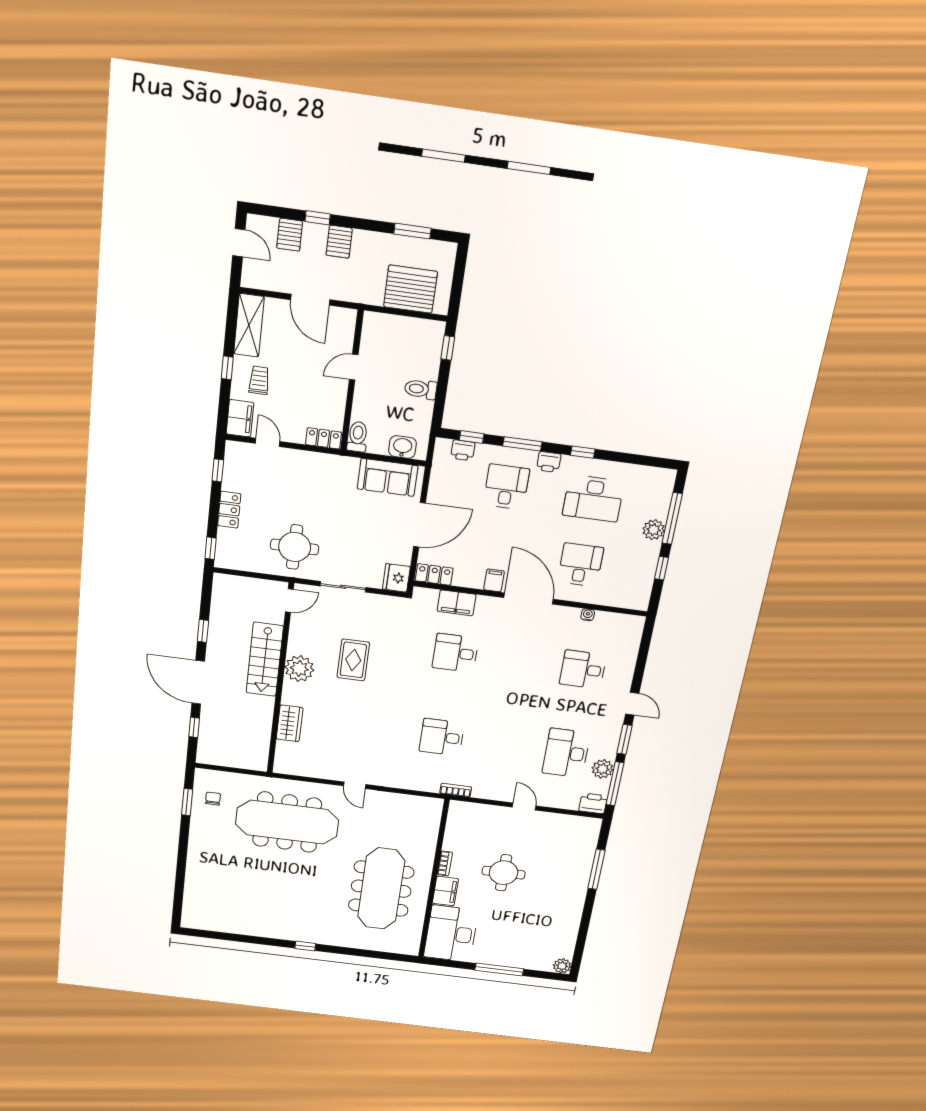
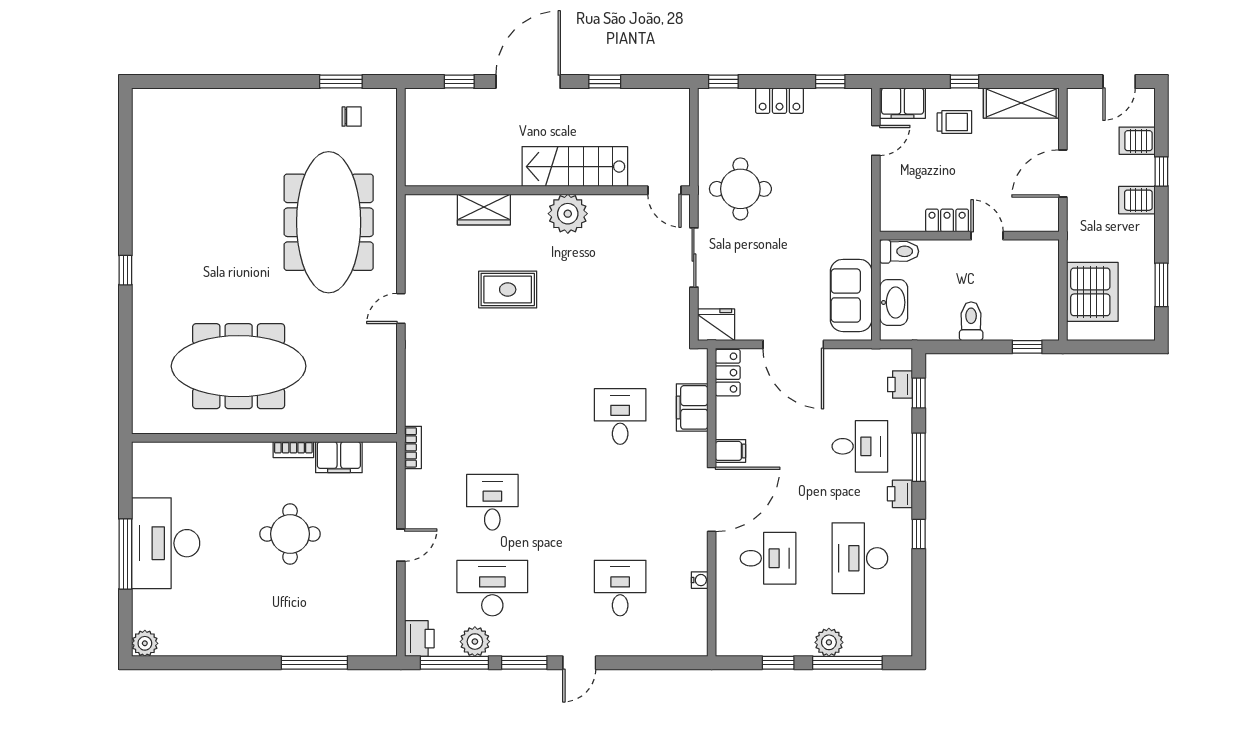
locker: (323, 438) -> (947, 220), moved, turned -90
washbasin: (402, 447) -> (894, 302), width x1.38
rug: (353, 660) -> (508, 290), moved
desk: (442, 737) -> (492, 502), moved
filing cabinet: (445, 891) -> (339, 457), moved
desk: (451, 934) -> (166, 543), moved, turned -90

